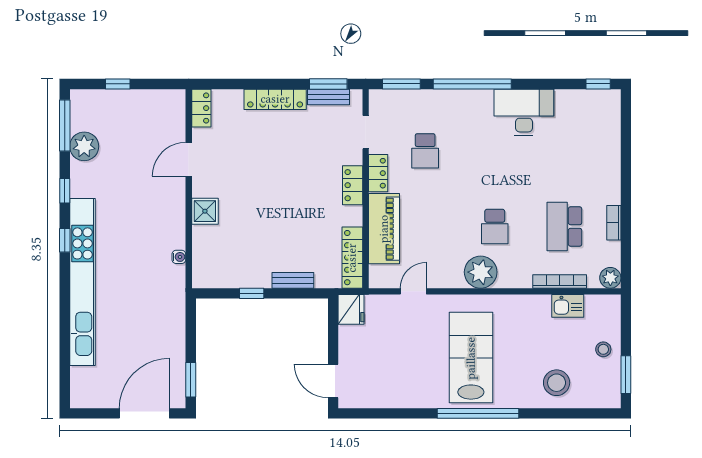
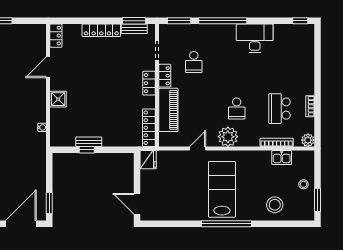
bench: (293, 280) -> (89, 142), moved
door: (413, 291) -> (198, 149), moved

